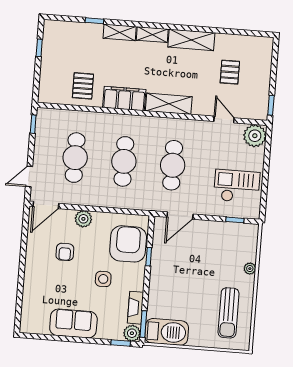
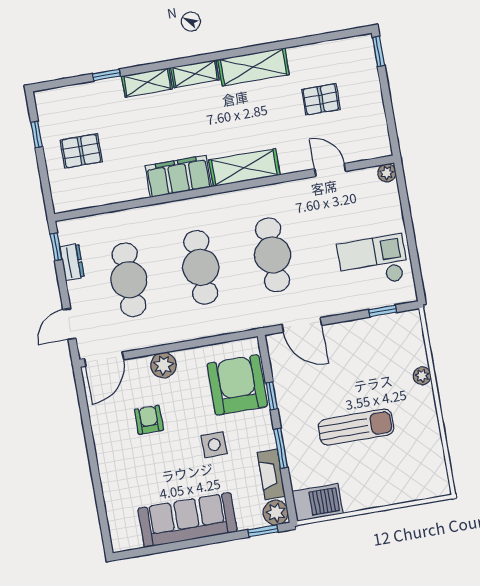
pallet: (230, 72) -> (321, 99), turned 90
pallet: (83, 86) -> (81, 151), moved, turned 90
window: (271, 105) -> (379, 51), moved
plant: (255, 136) -> (387, 173), width x0.53, depth x0.53
dresser: (41, 137) -> (72, 262), added
door: (180, 216) -> (302, 325), hinge flipped
armchair: (65, 252) -> (149, 420), turned 180
sun lounger: (229, 313) -> (356, 427), moved, turned -90
sofa: (73, 323) -> (187, 520), width x1.36
window: (143, 324) -> (281, 448), moved
barbecue: (167, 332) -> (317, 502), width x0.73, depth x0.83

